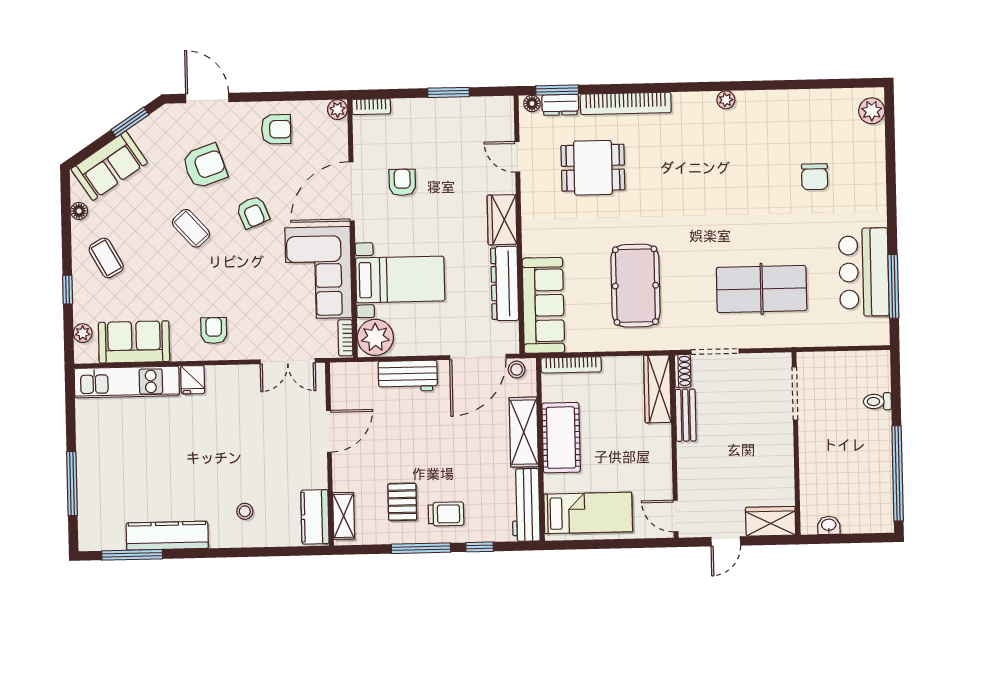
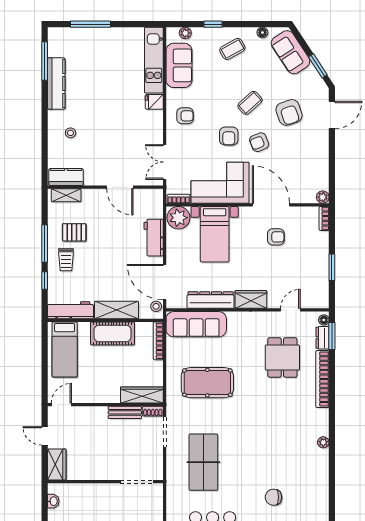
armchair: (276, 129) -> (229, 136), moved

